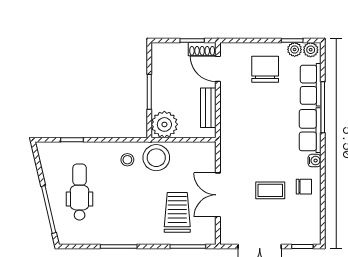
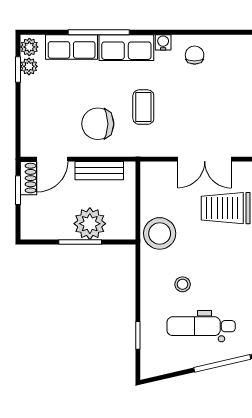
chair: (265, 69) -> (98, 124), moved
plant: (164, 124) -> (90, 224), moved
stool: (127, 160) -> (183, 284), moved
coffee table: (270, 190) -> (143, 107), moved

